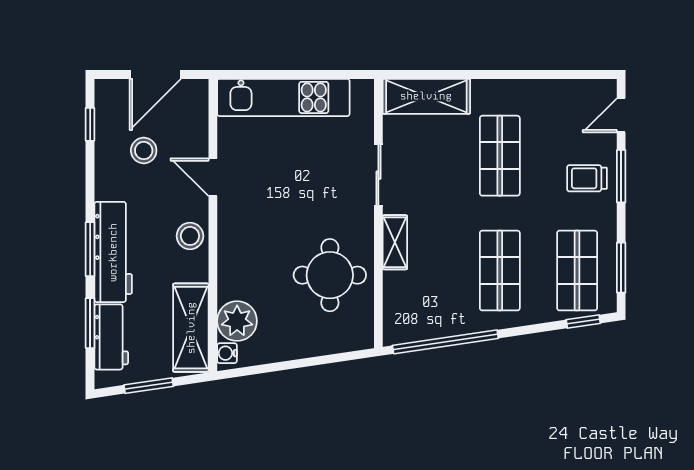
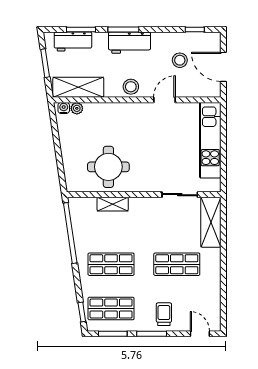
sliding door: (378, 175) -> (180, 195), moved
window: (621, 176) -> (152, 334), moved
shelving: (395, 242) -> (113, 204), moved
workbench: (113, 252) -> (130, 43), width x0.73
plant: (237, 321) -> (77, 108), width x0.53, depth x0.53

